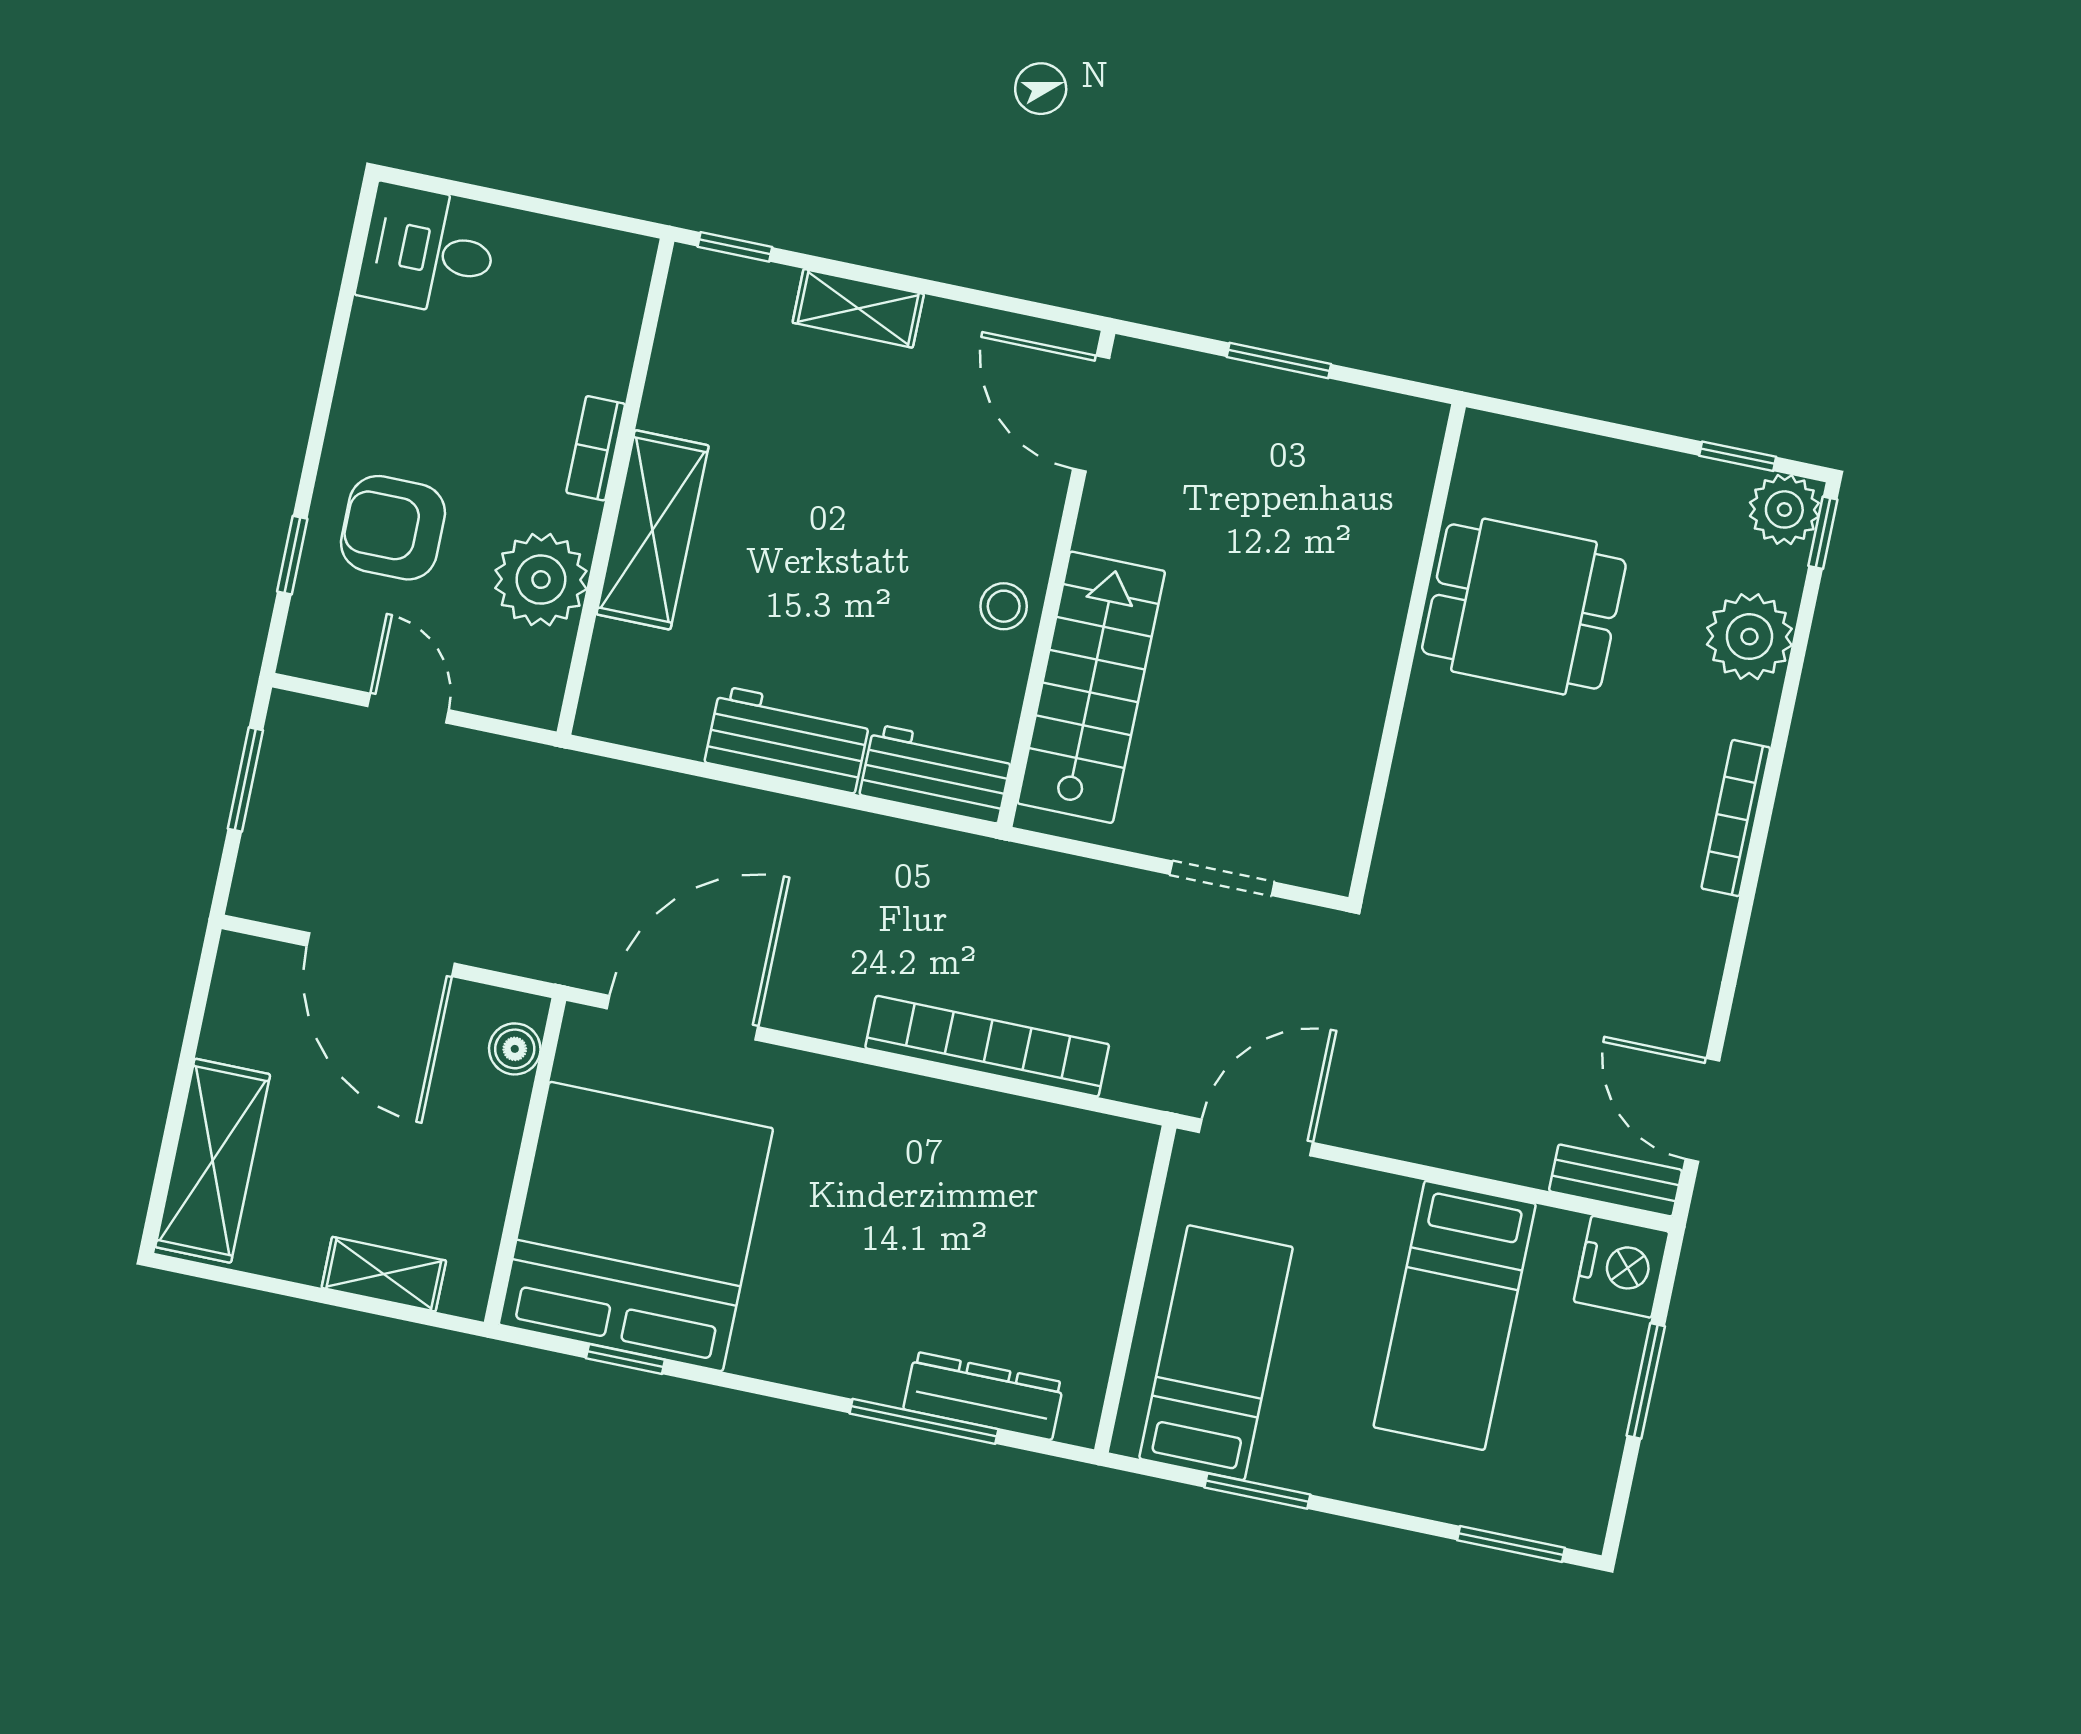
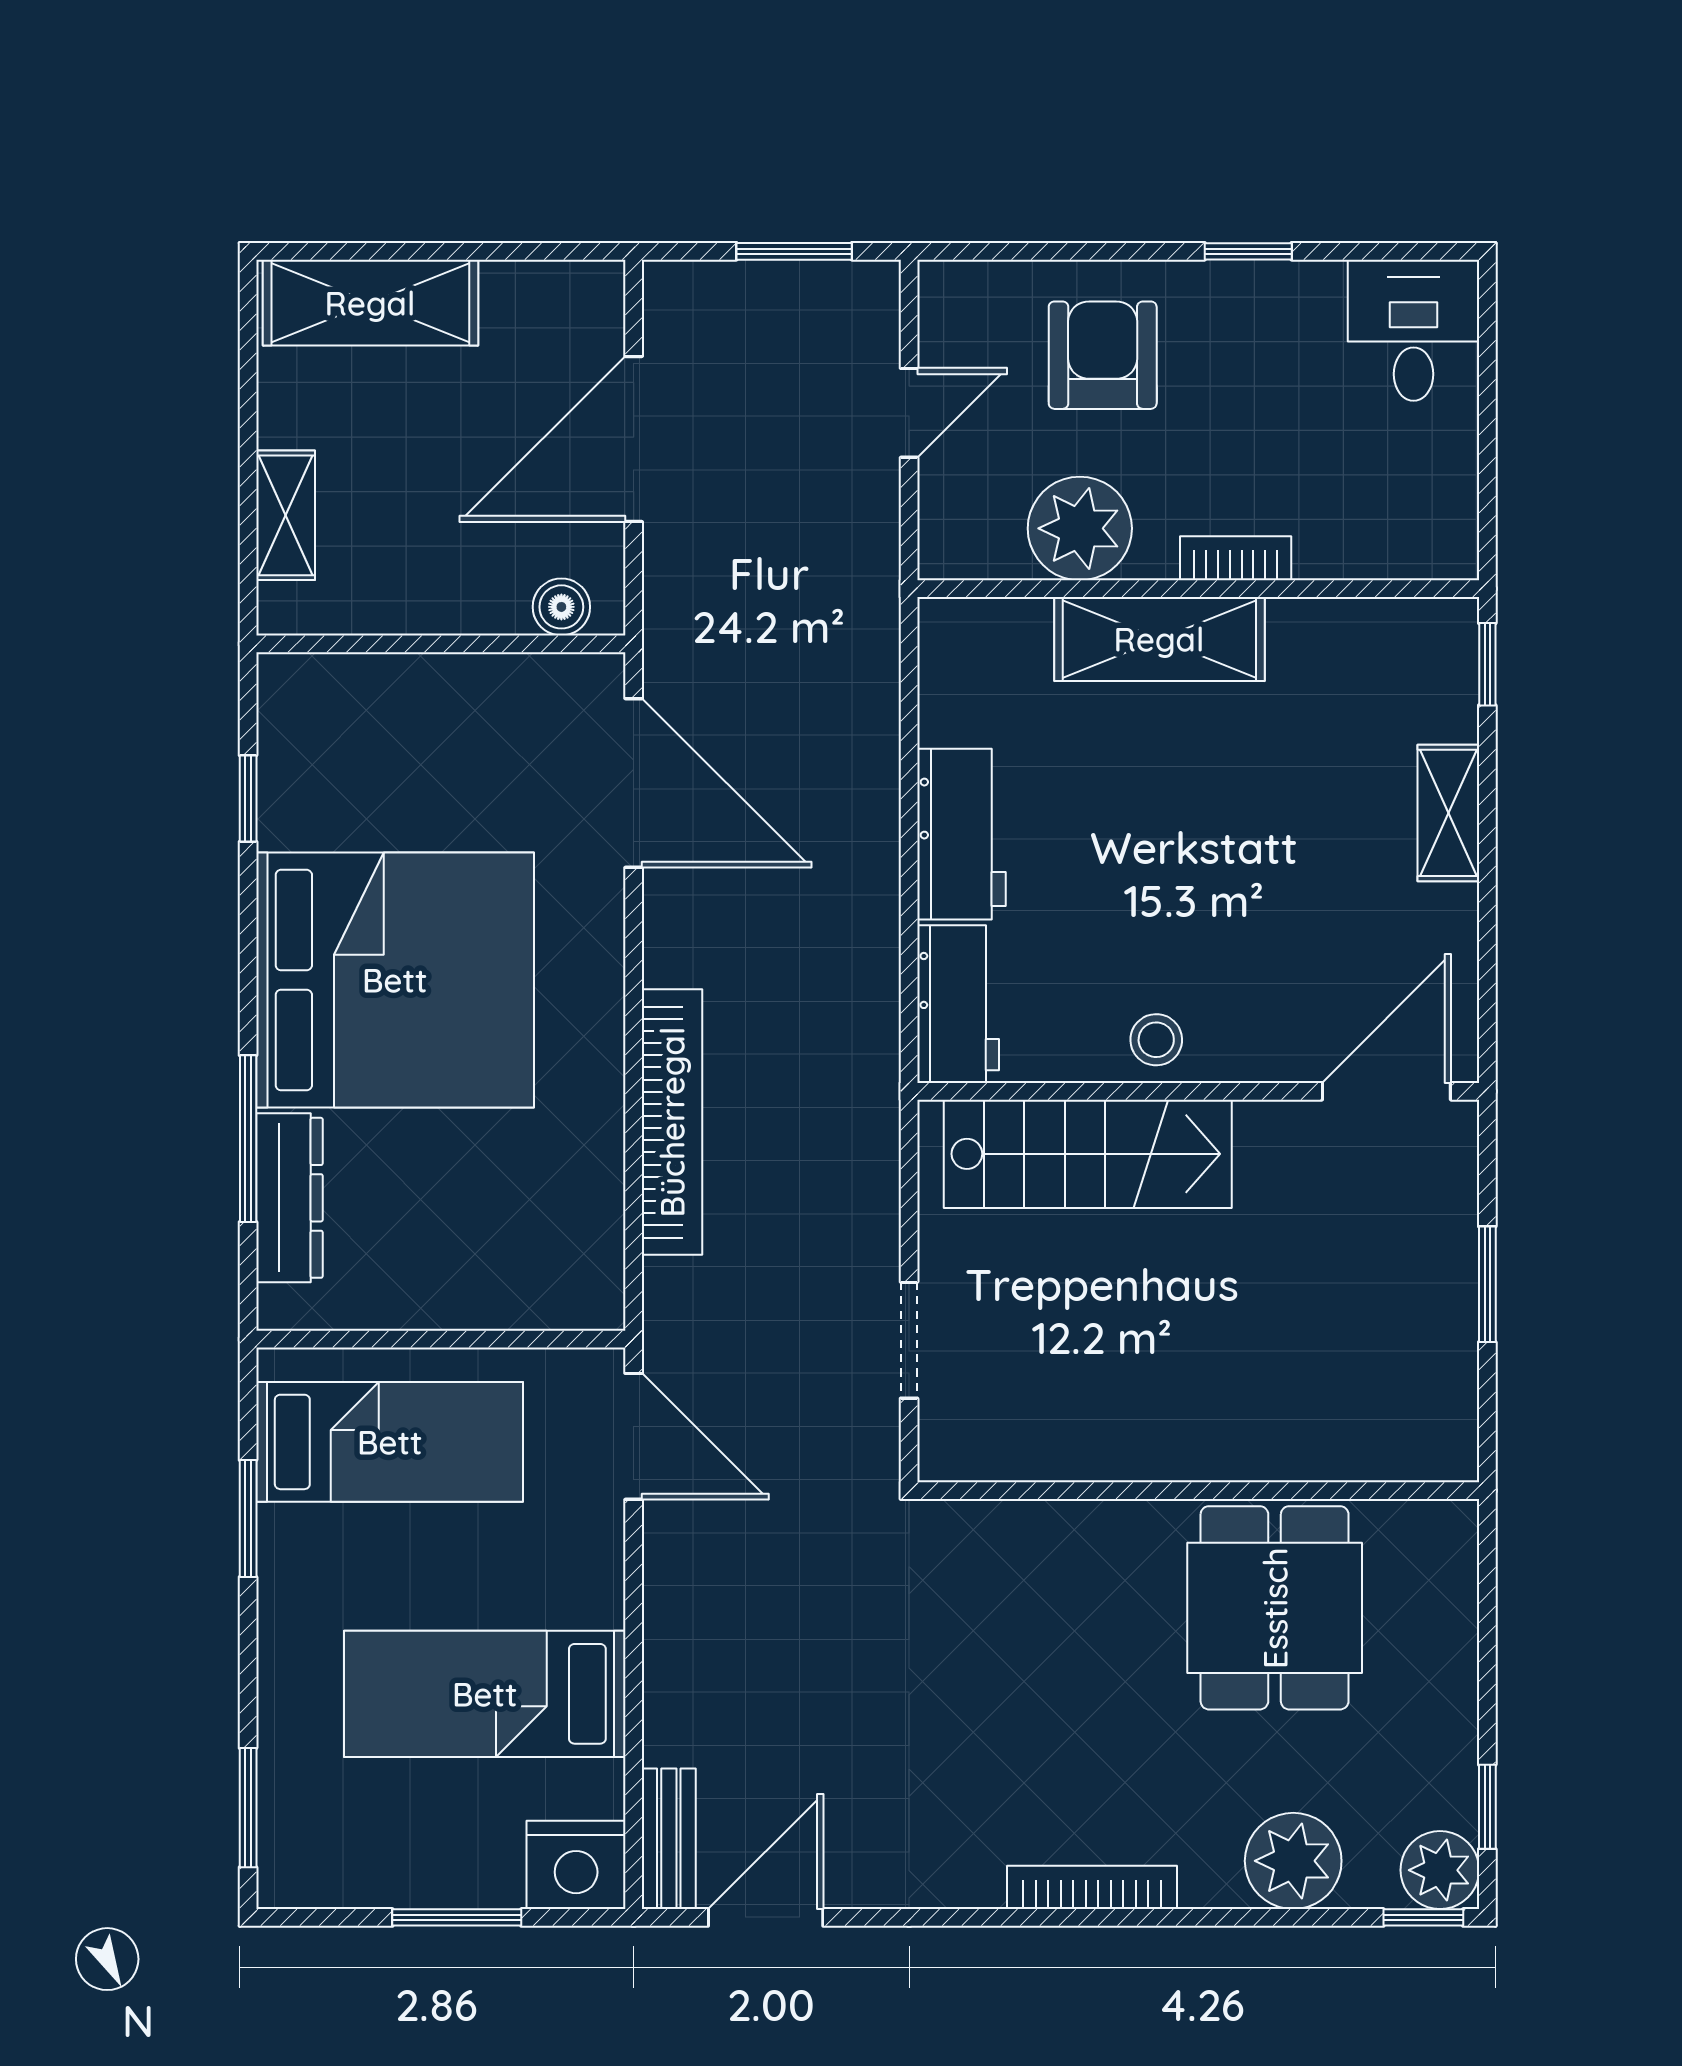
window: (292, 555) -> (1248, 251), moved
bed: (636, 1227) -> (395, 980), moved

